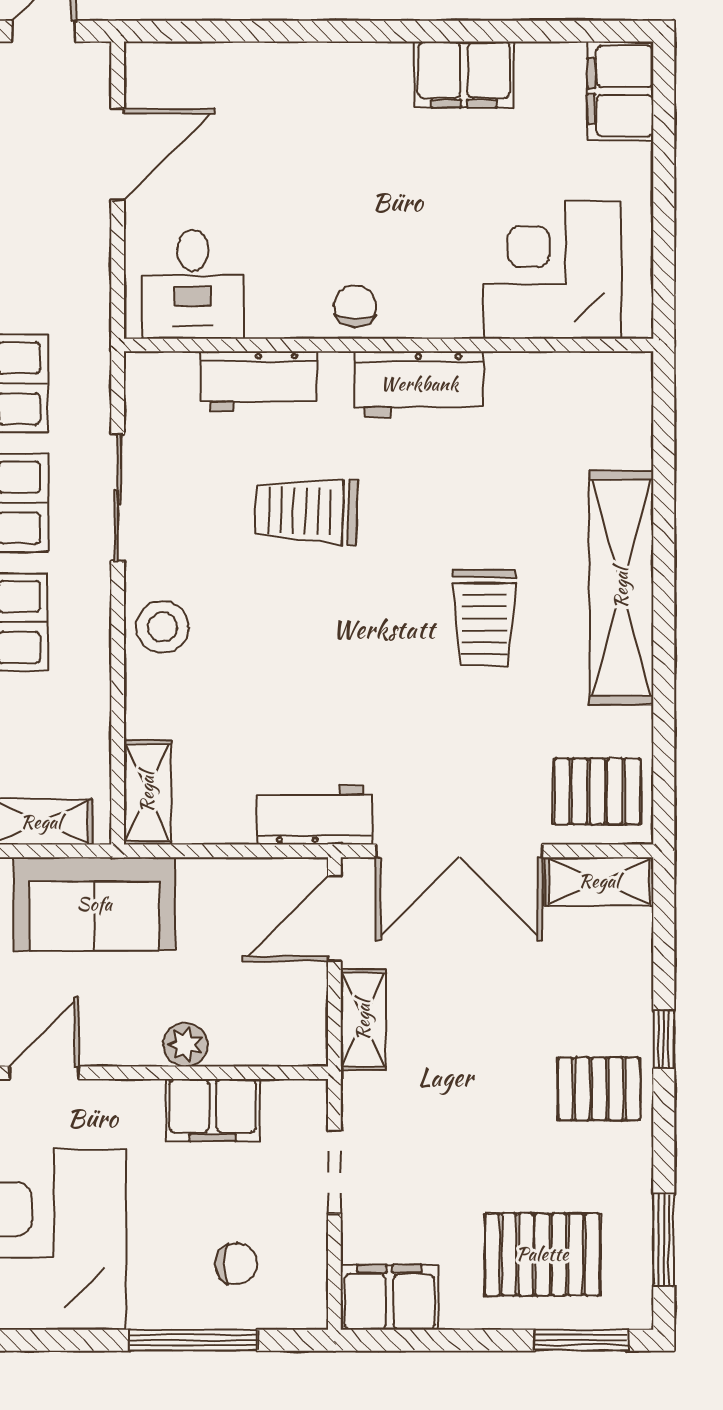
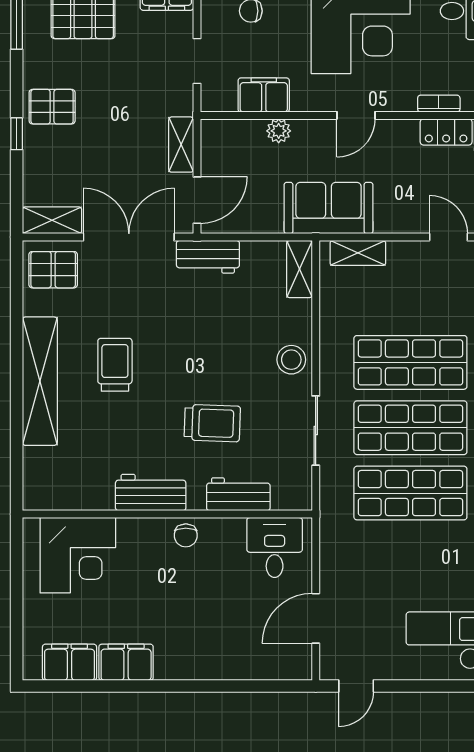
filing cabinet: (620, 91) -> (69, 662), moved, turned -90

